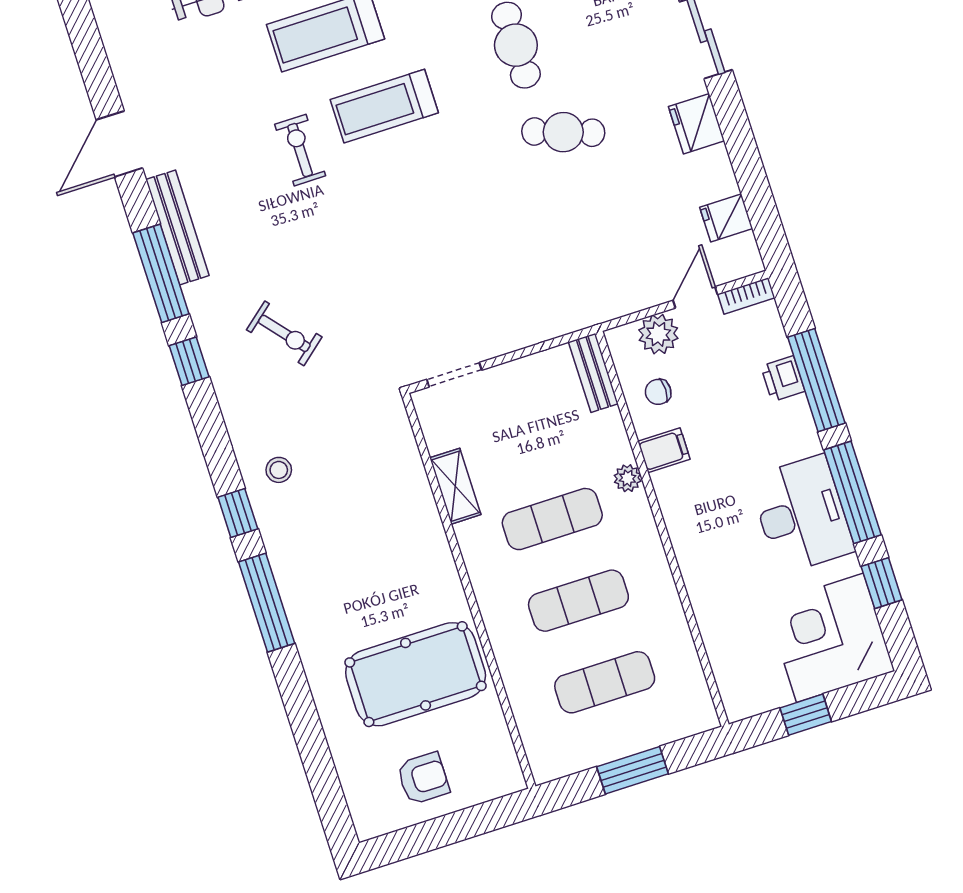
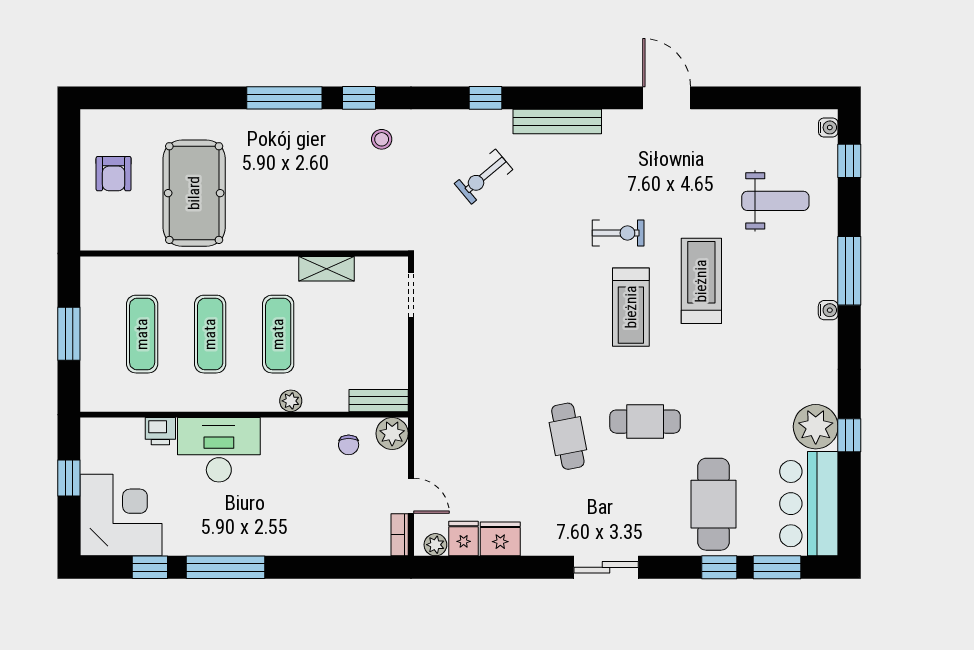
treadmill: (384, 106) -> (631, 307), turned 180
fridge: (696, 124) -> (500, 539), moved
cafe table: (563, 132) -> (568, 436), turned -30
bench: (177, 227) -> (557, 122), moved
plant: (745, 249) -> (435, 545), added
window: (161, 273) -> (559, 98), removed
plant: (658, 334) -> (392, 433), moved
printer: (783, 379) -> (160, 431), moved, turned 180
window: (816, 380) -> (319, 567), removed
chair: (658, 392) -> (349, 445), turned 180
filing cabinet: (664, 450) -> (303, 435), removed
desk: (802, 514) -> (219, 450), moved, turned 180

